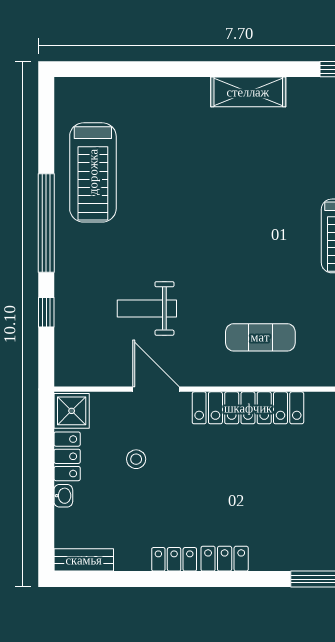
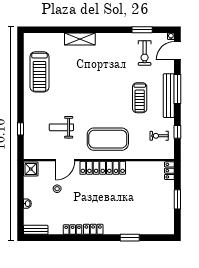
shelving: (248, 92) -> (80, 39), moved
window: (46, 223) -> (20, 92), removed
exercise mat: (260, 337) -> (108, 139), width x2.00, depth x1.45
door: (156, 389) -> (65, 160), swing flipped
locker: (67, 456) -> (29, 188), removed

